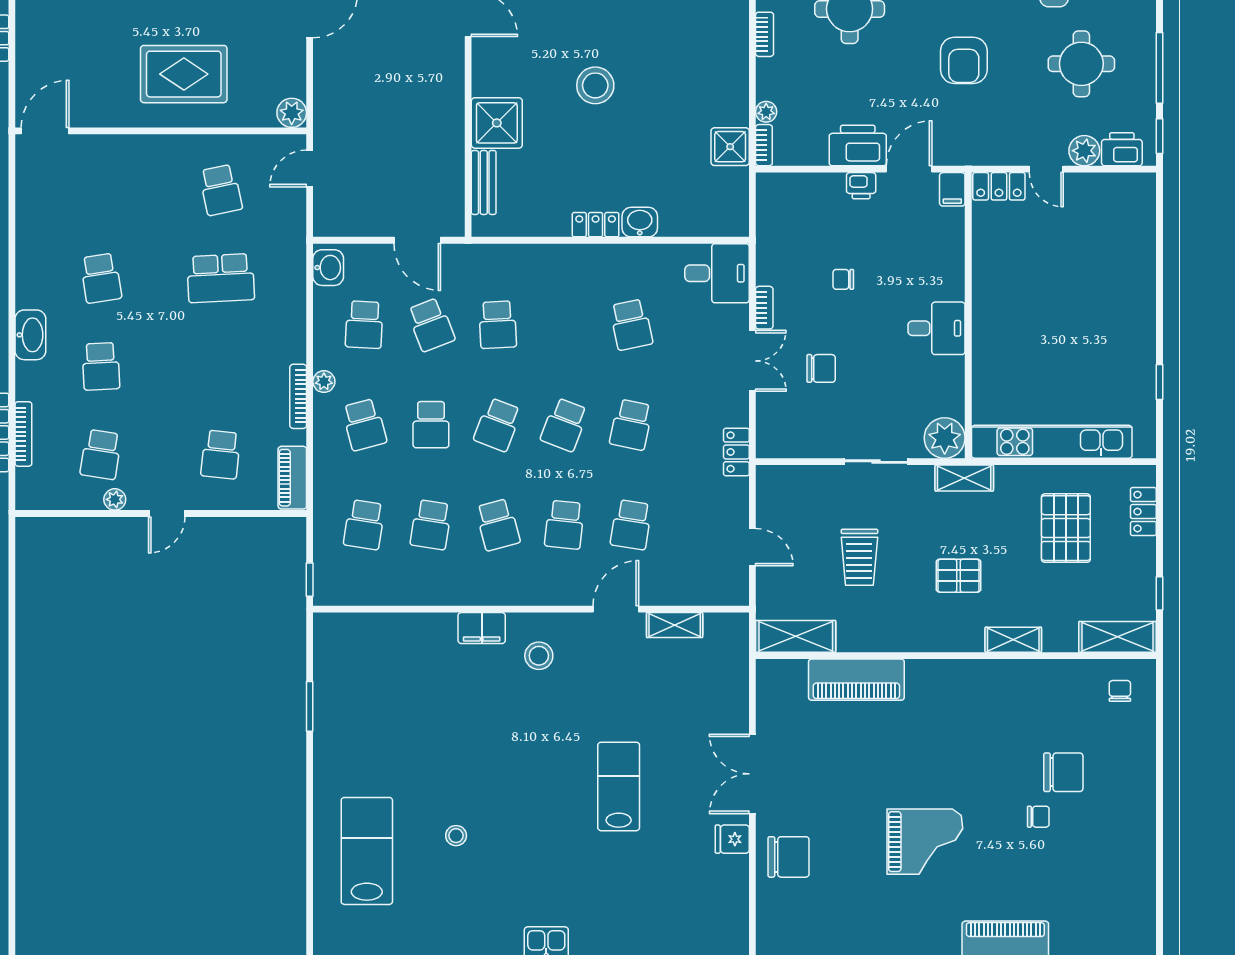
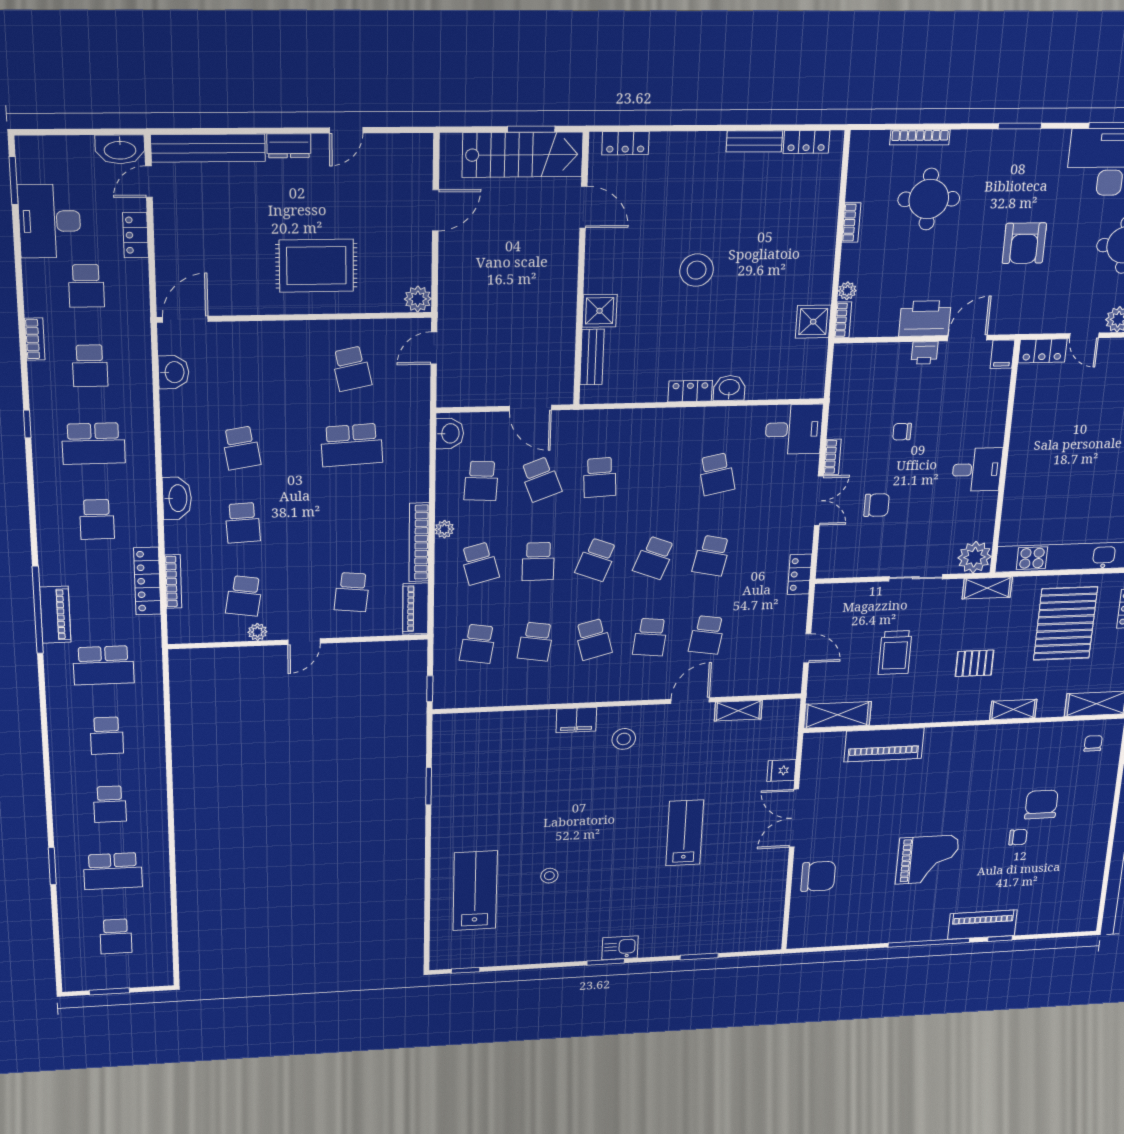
shower: (497, 123) -> (600, 311), width x0.73, depth x0.73
washbasin: (31, 190) -> (174, 372), added
bookcase: (298, 396) -> (419, 542), width x1.48, depth x1.31
pallet: (1066, 528) -> (1065, 623), width x1.37, depth x1.41
chair: (1063, 772) -> (1041, 804), turned -90
fridge: (732, 839) -> (781, 770), moved

